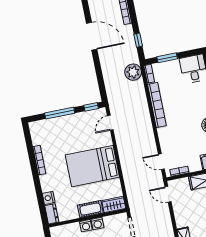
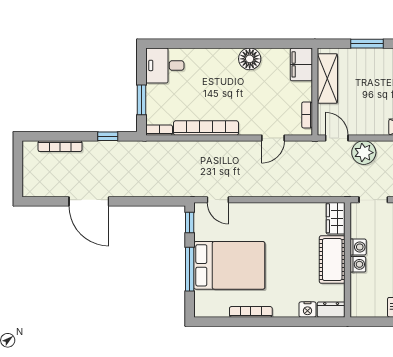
door: (92, 36) -> (89, 201), swing flipped
plant: (133, 72) -> (364, 153), moved
door: (161, 162) -> (273, 138), moved
bed: (92, 166) -> (229, 265), moved, turned -90
door: (168, 194) -> (337, 138), swing flipped
cot: (90, 209) -> (332, 260), width x1.37, depth x1.34

